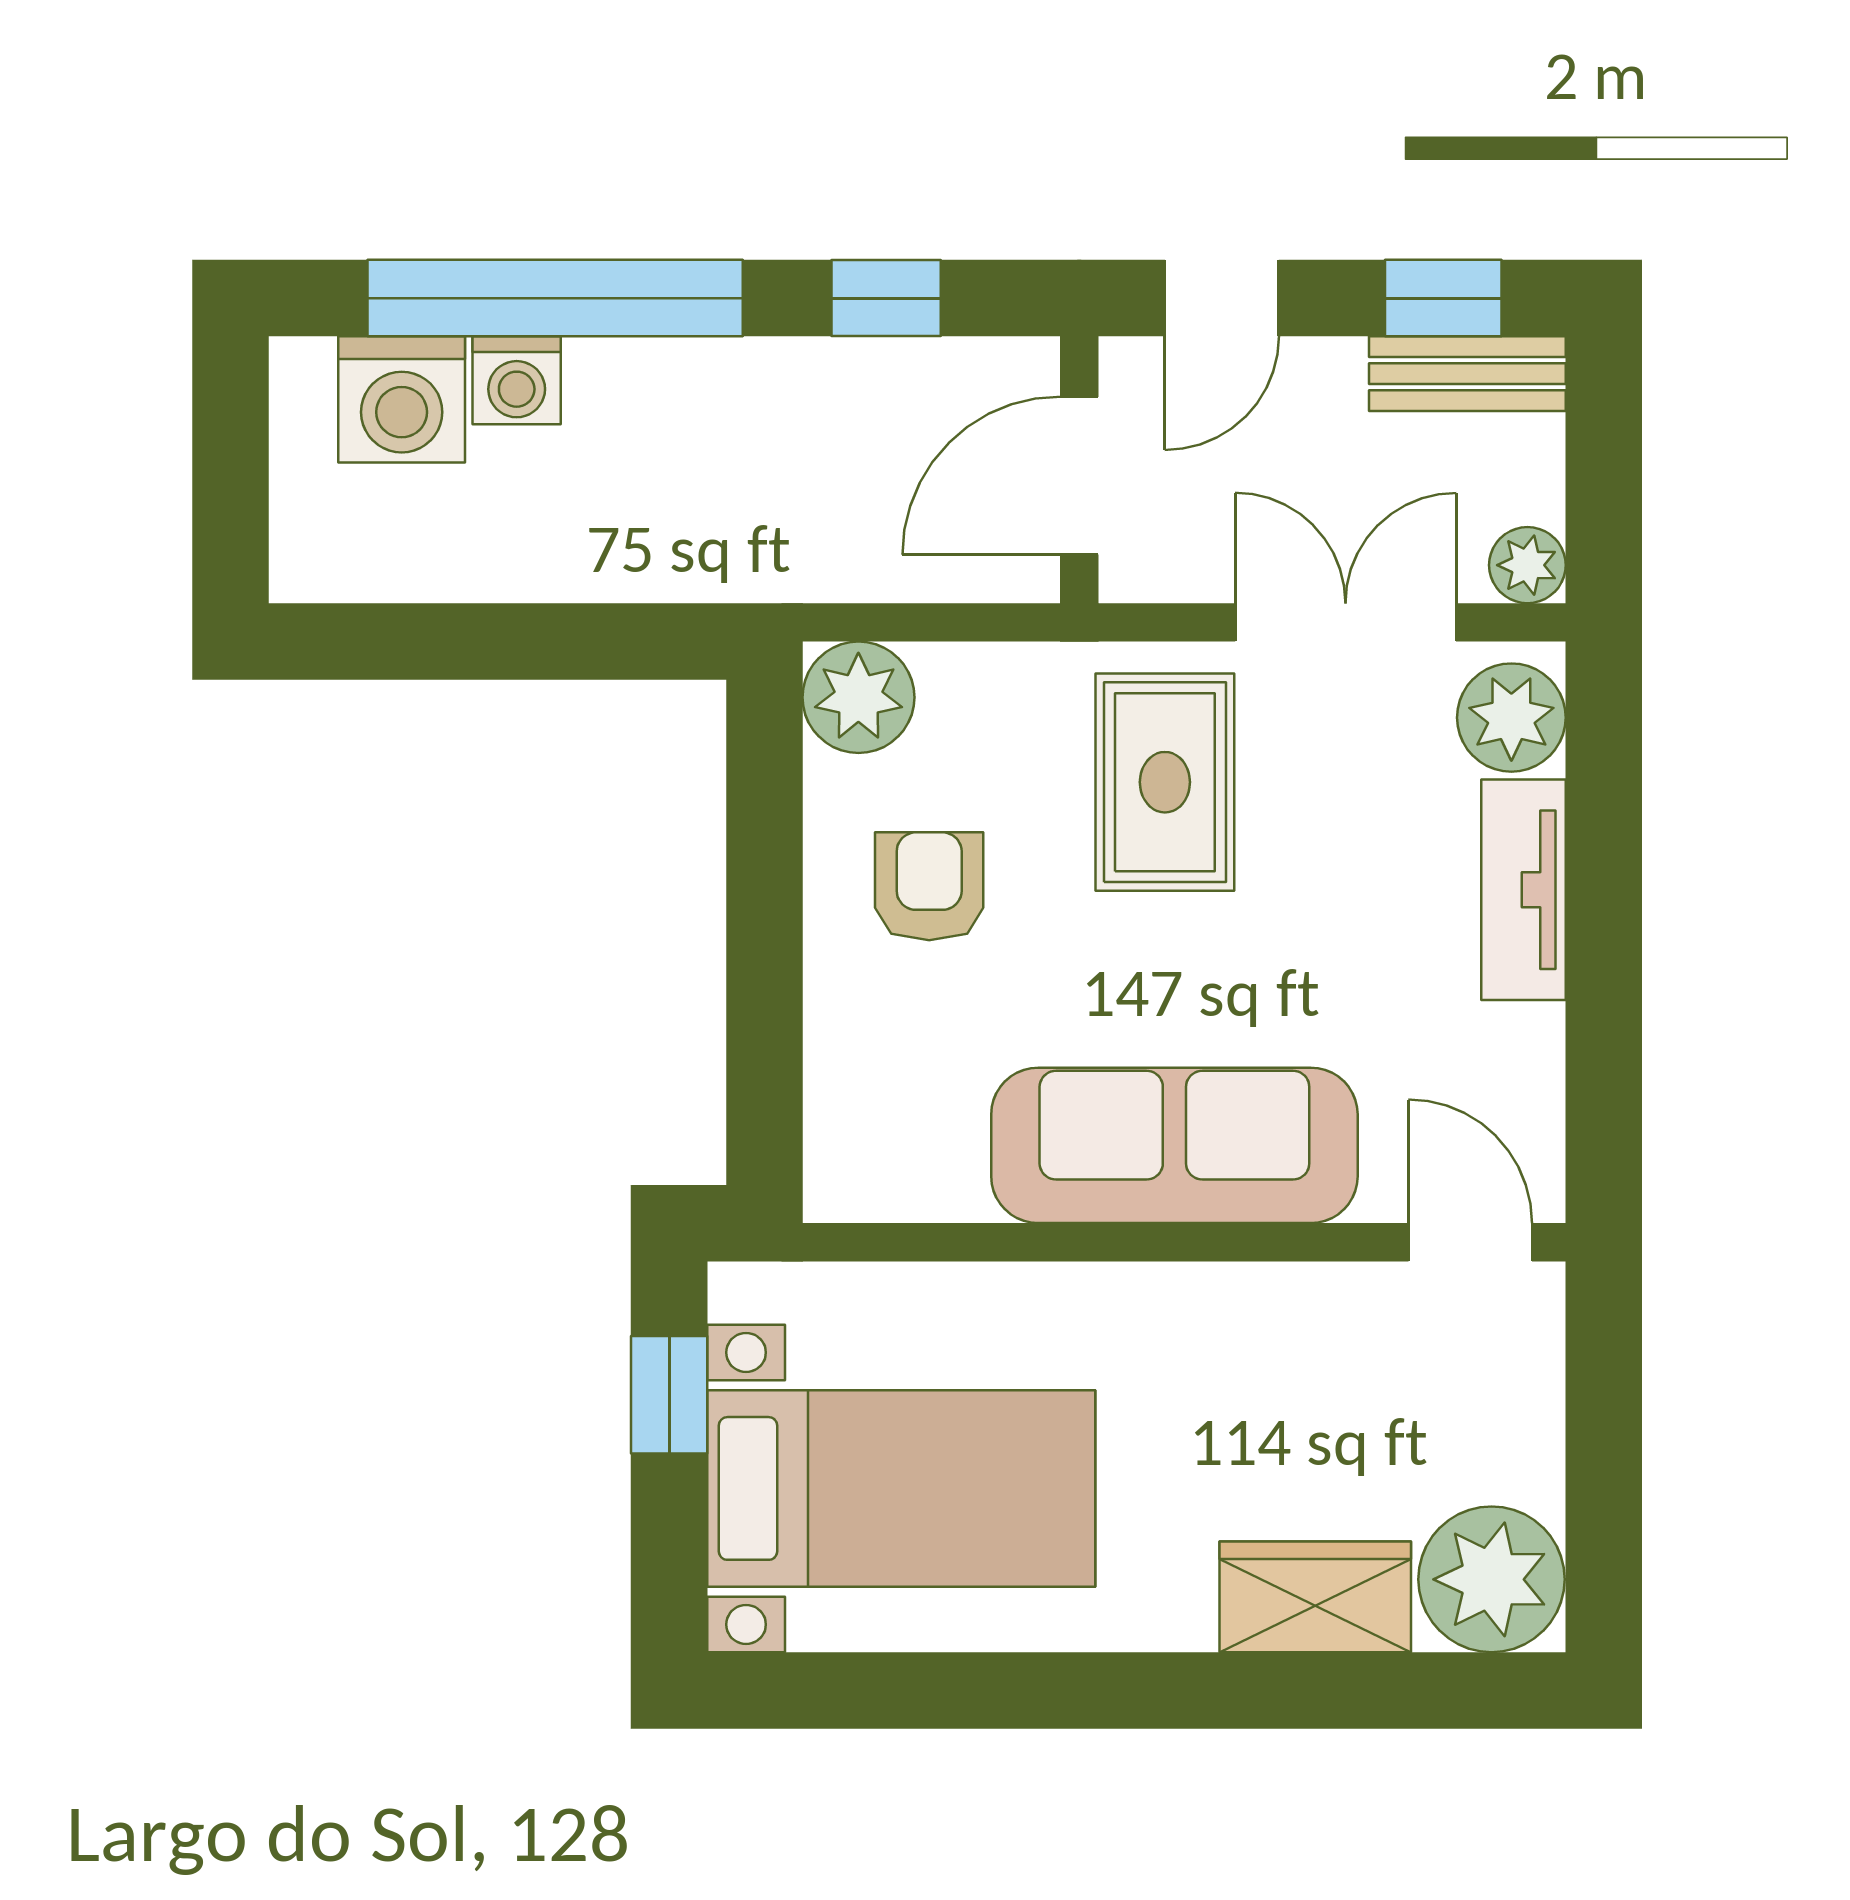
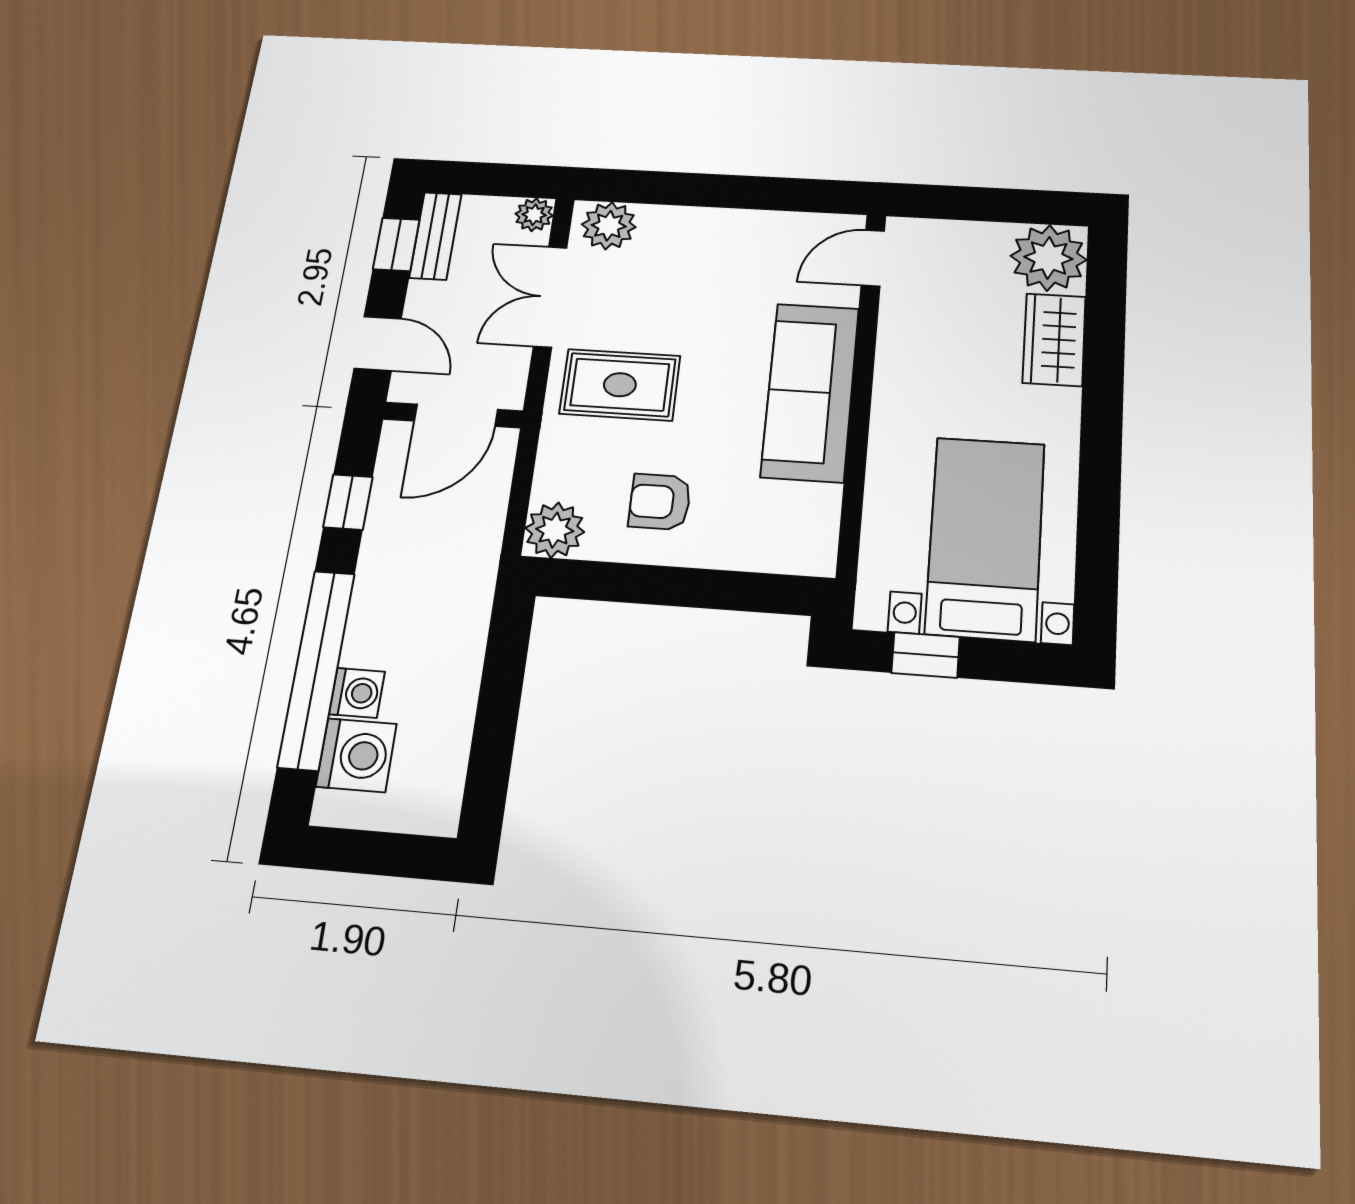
door: (1079, 476) -> (456, 415), hinge flipped
tv unit: (1523, 890) -> (696, 225), removed

